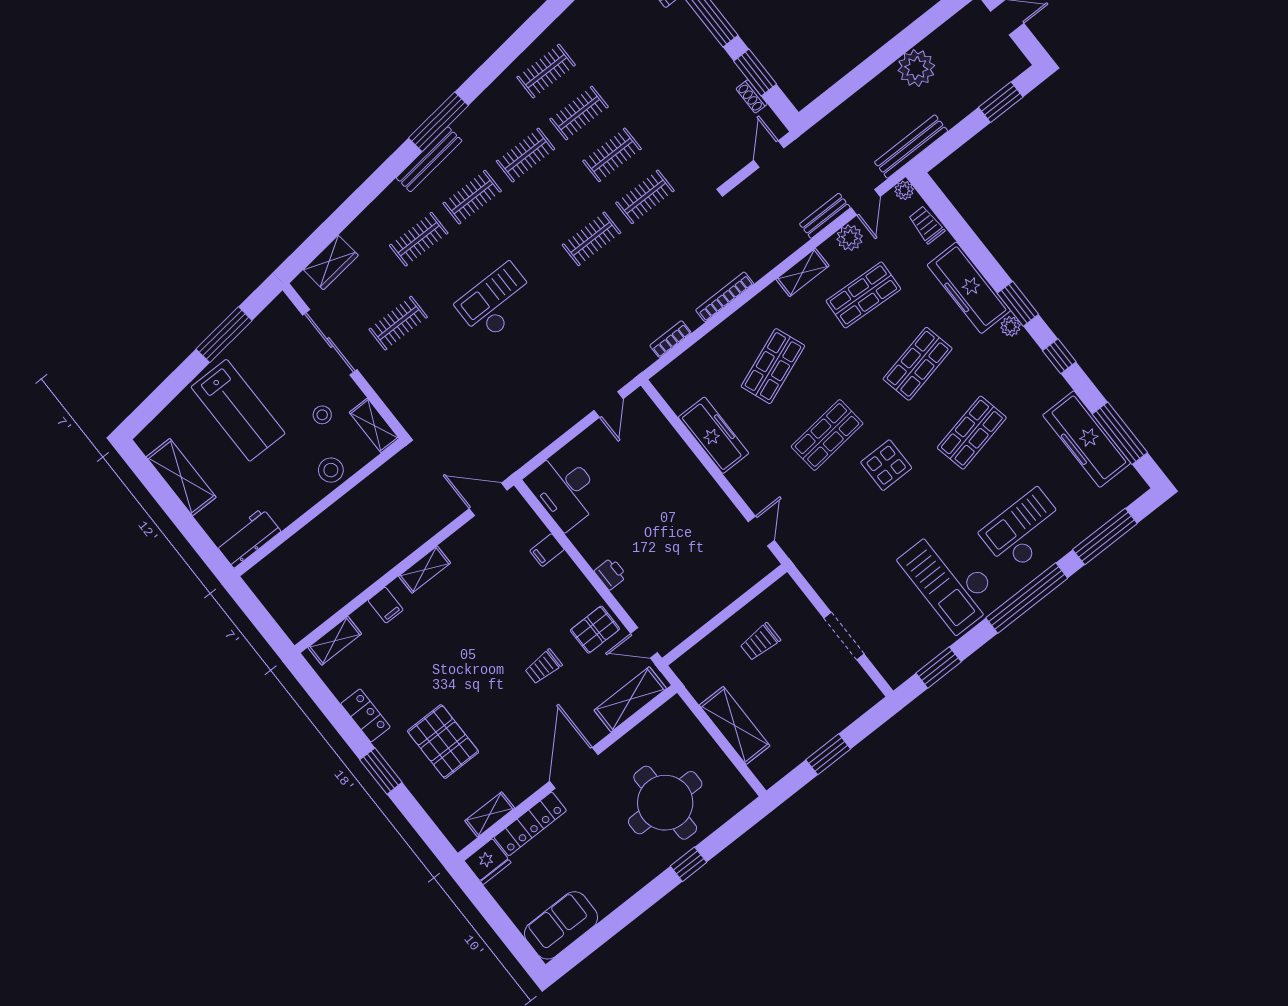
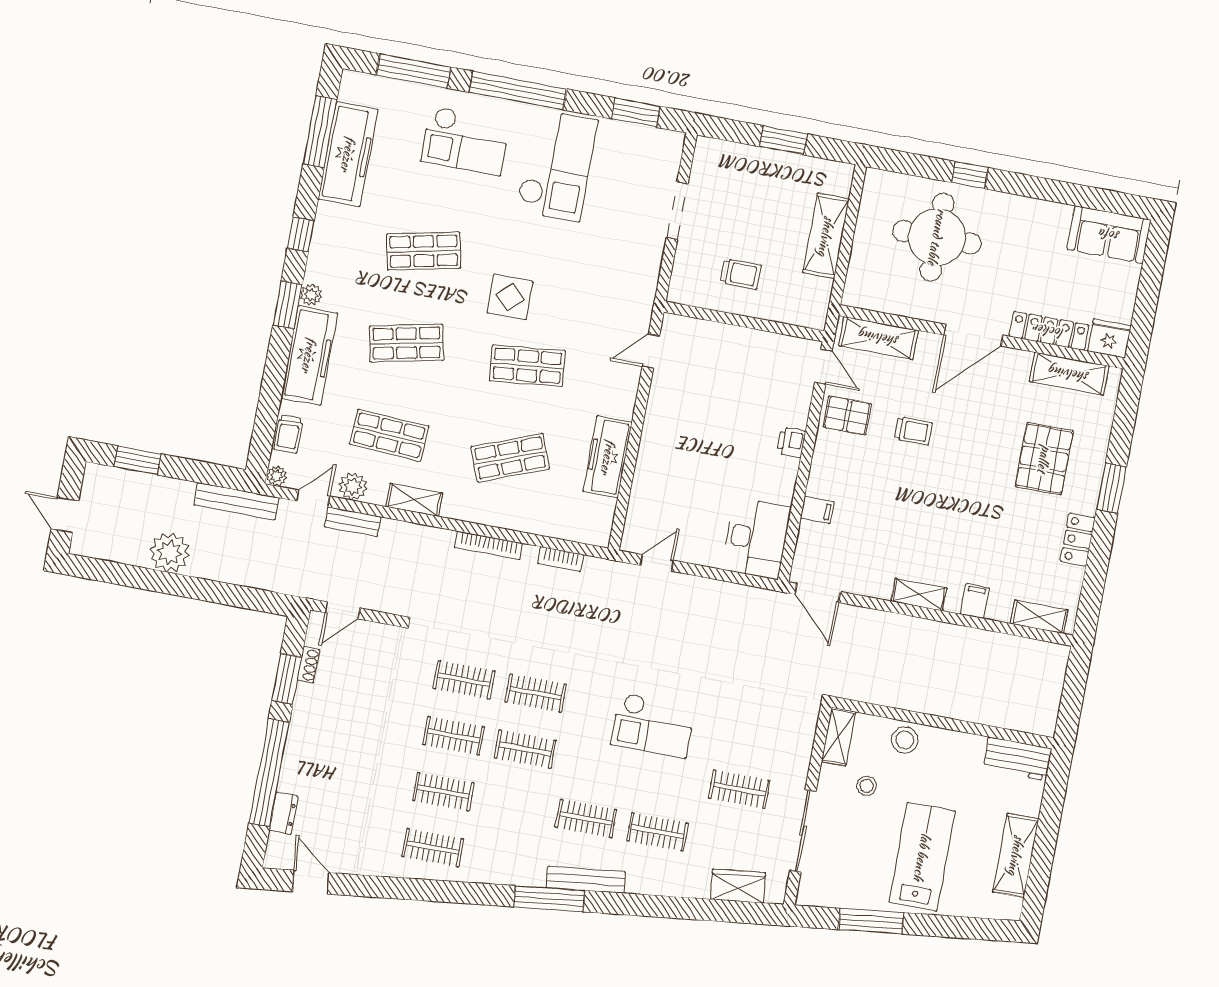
clothes rail: (526, 155) -> (525, 749), moved
shelving: (490, 814) -> (1069, 374), width x1.50, depth x1.33

